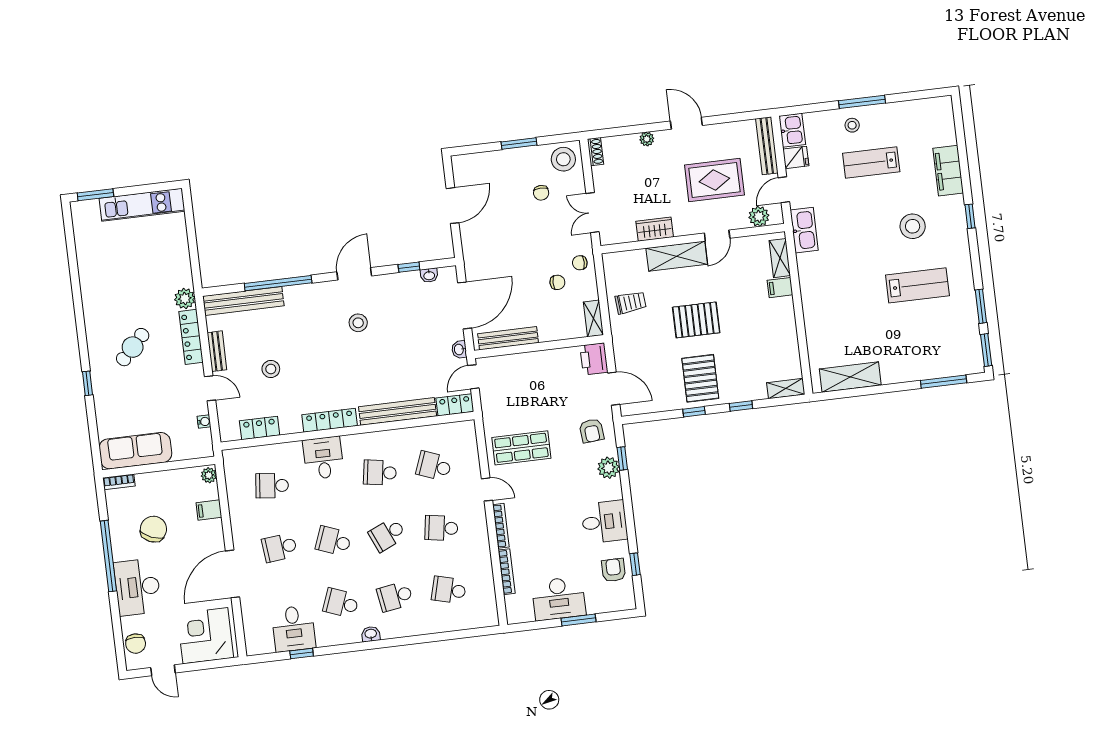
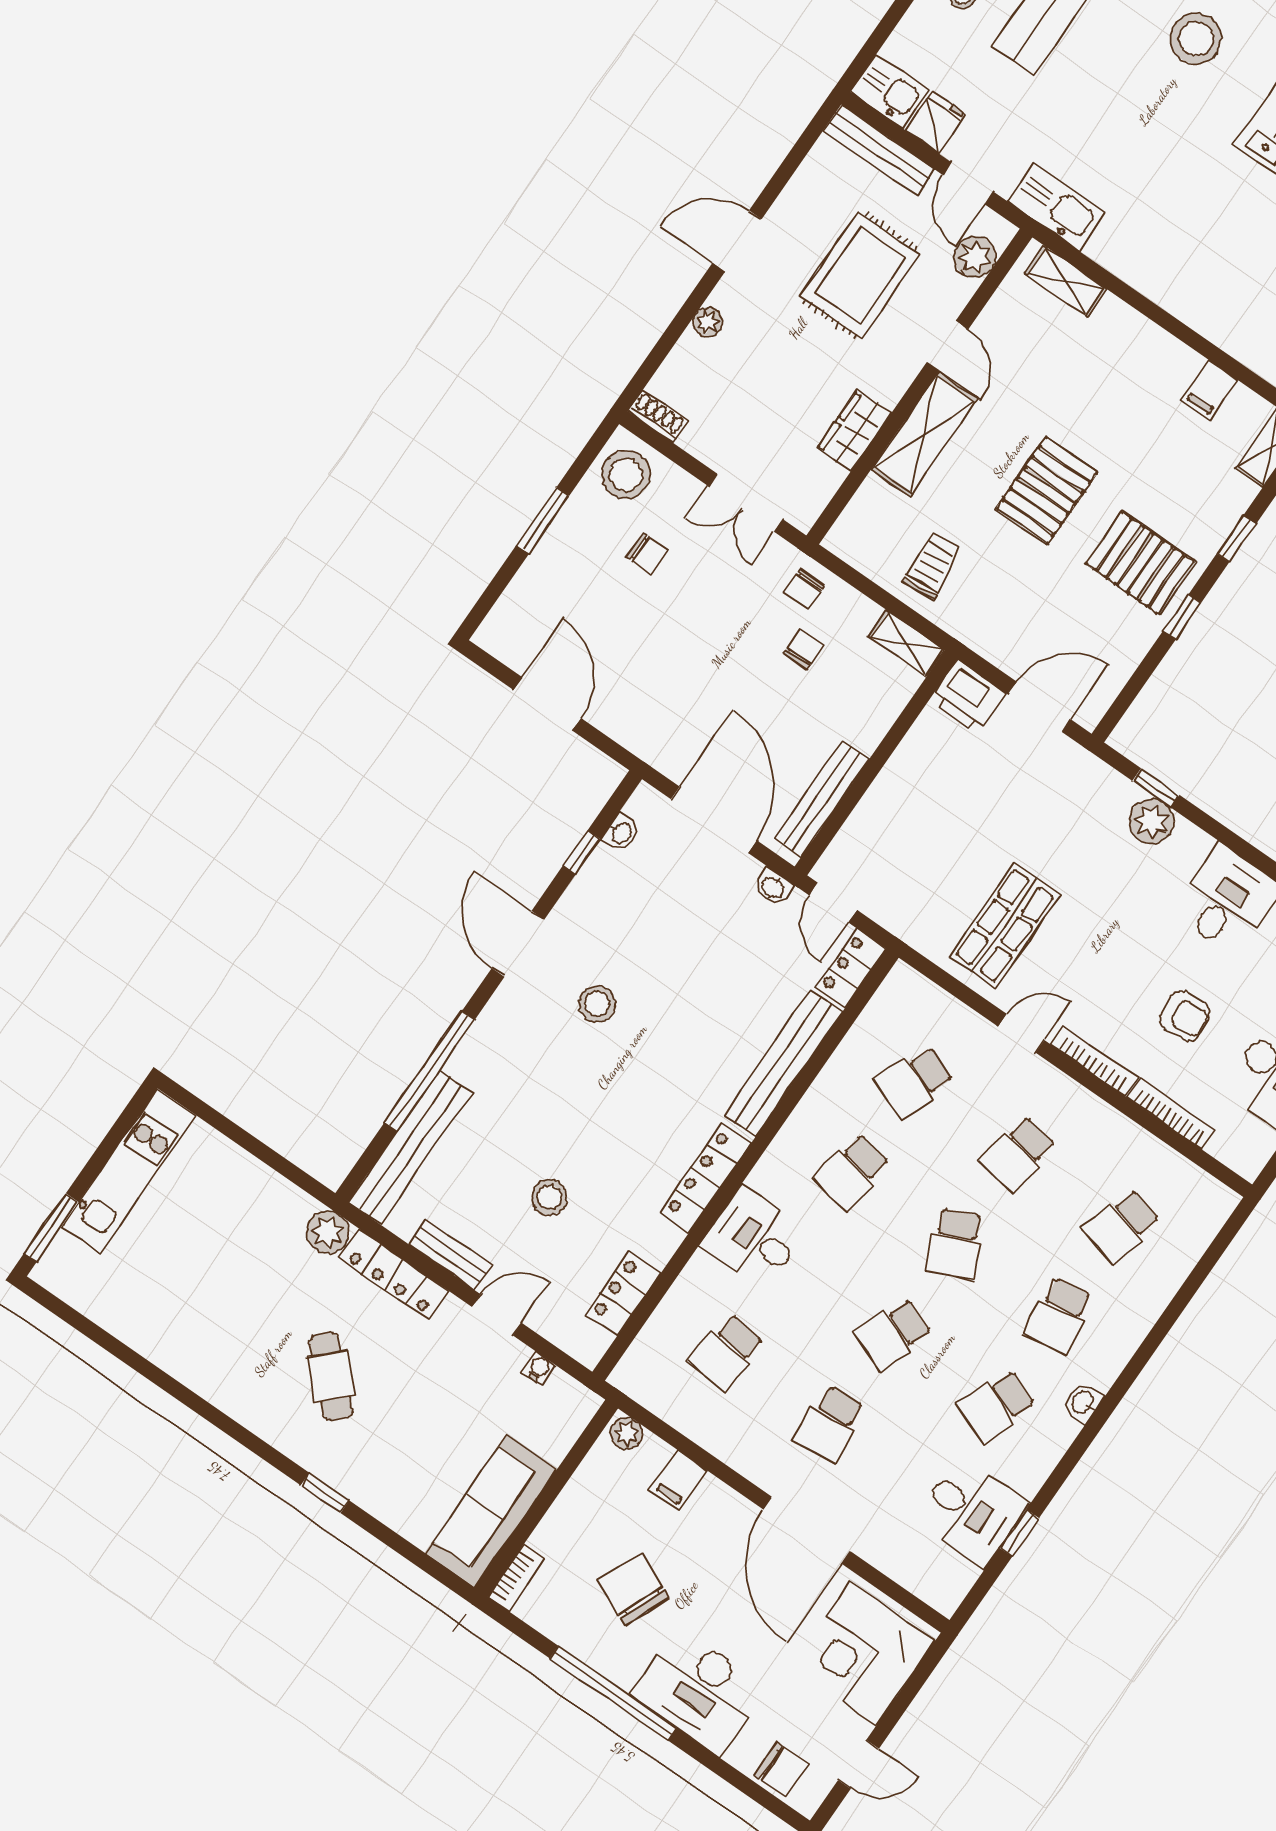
filing cabinet: (780, 288) -> (1210, 390), moved
armchair: (592, 431) -> (1185, 1016), moved

